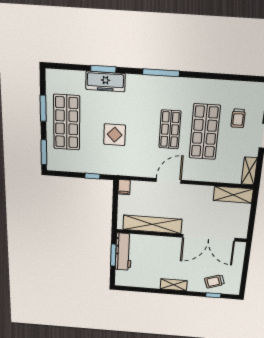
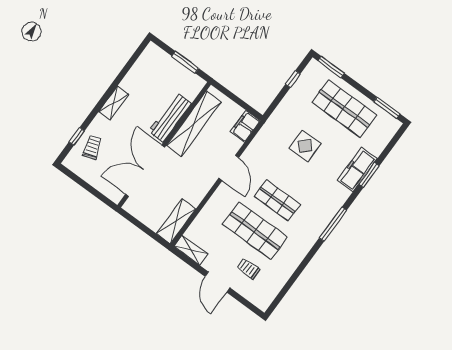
window: (43, 108) -> (387, 108), moved
window: (92, 176) -> (293, 79), moved
filing cabinet: (124, 187) -> (245, 126), width x2.00
workbench: (123, 252) -> (170, 118), moved, turned 90

